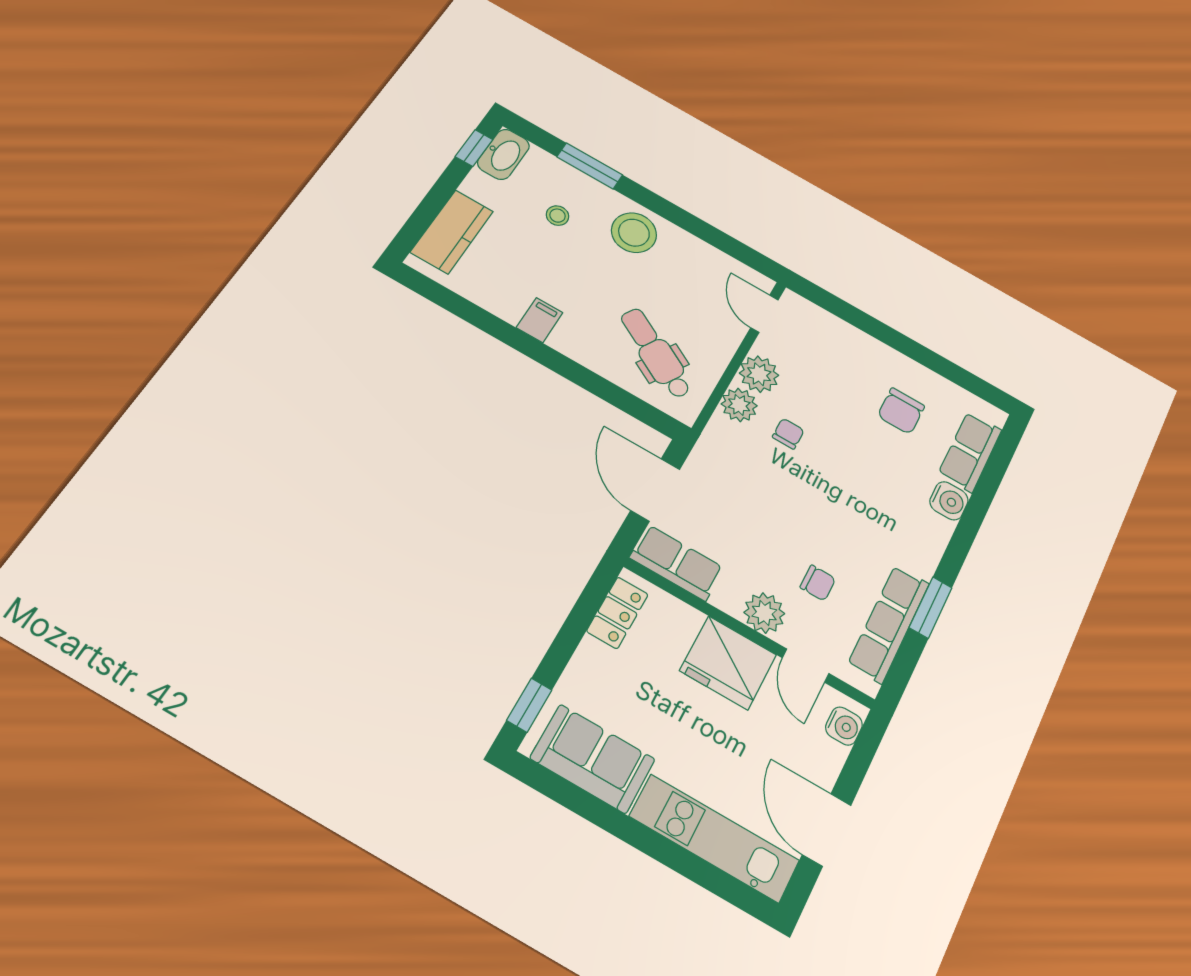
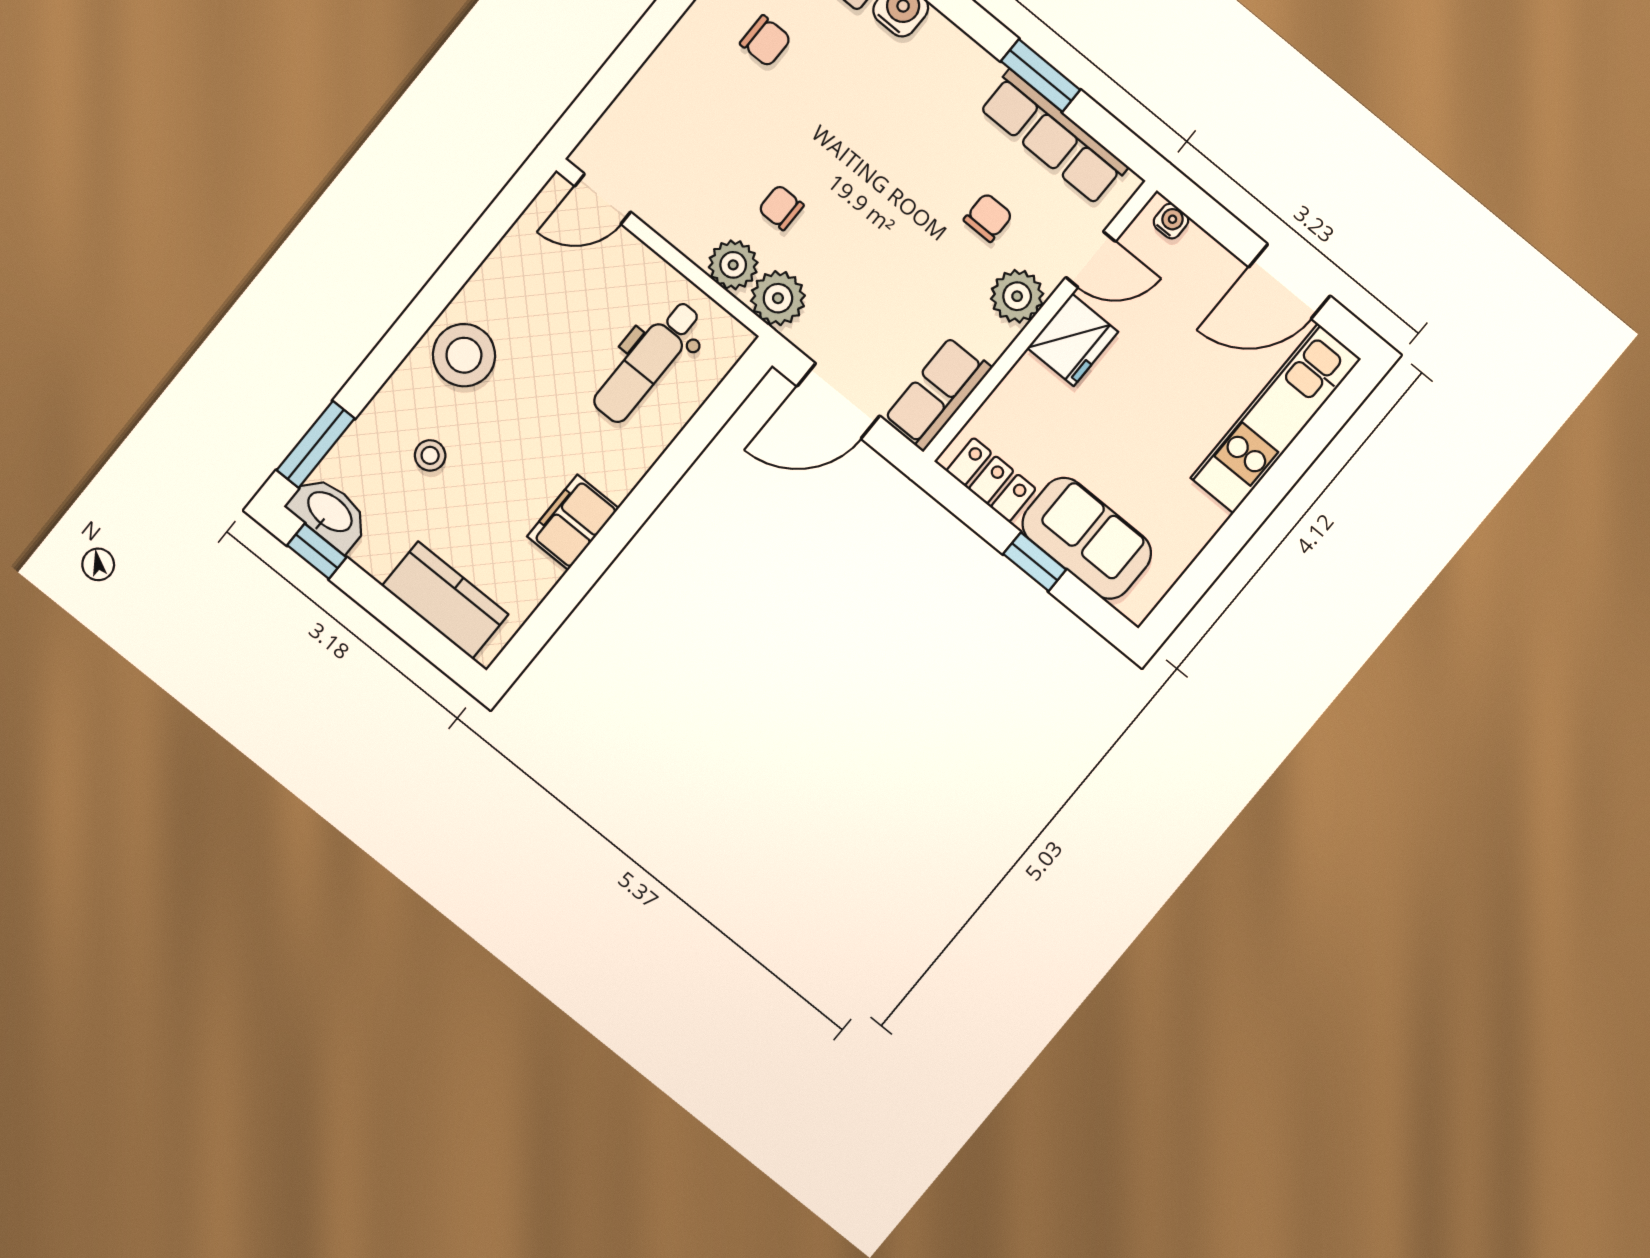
window: (590, 166) -> (316, 444), moved
filing cabinet: (540, 320) -> (573, 522), width x2.00
dental chair: (656, 353) -> (648, 362), turned -30
plant: (759, 374) -> (778, 298), moved
chair: (901, 411) -> (766, 41), width x0.73, depth x0.73
fridge: (728, 663) -> (1073, 340), width x0.73, depth x0.75
window: (529, 705) -> (1035, 562), moved
water cooler: (844, 726) -> (1171, 221), width x0.72, depth x0.72
sofa: (593, 759) -> (1087, 538), moved, turned 90

